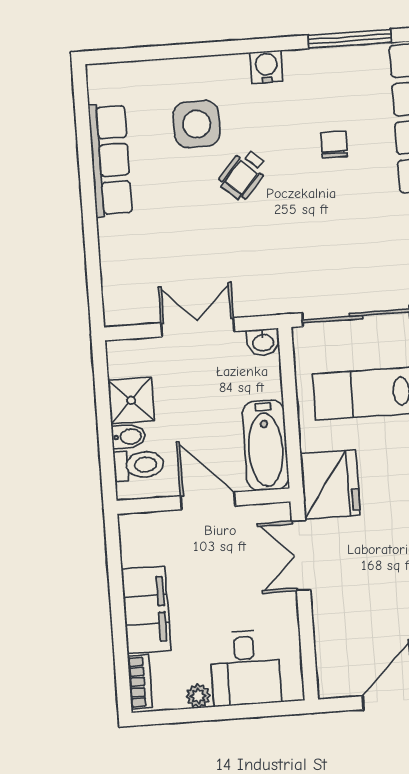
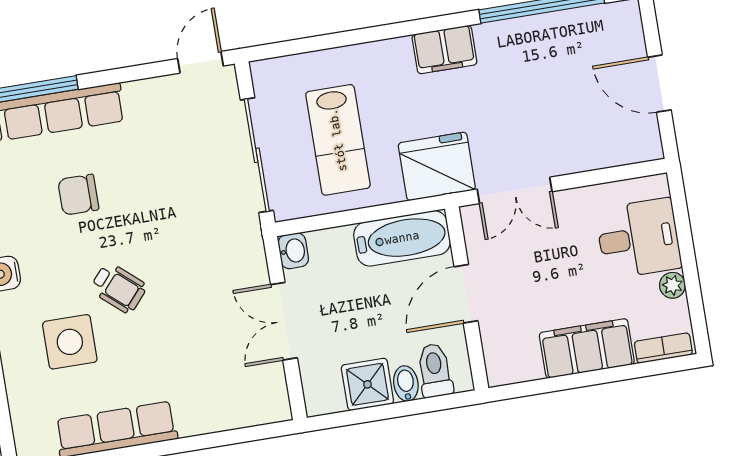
chair: (334, 145) -> (78, 195), width x1.37, depth x1.37

